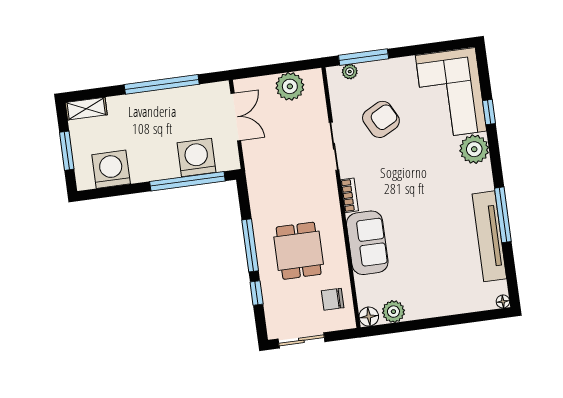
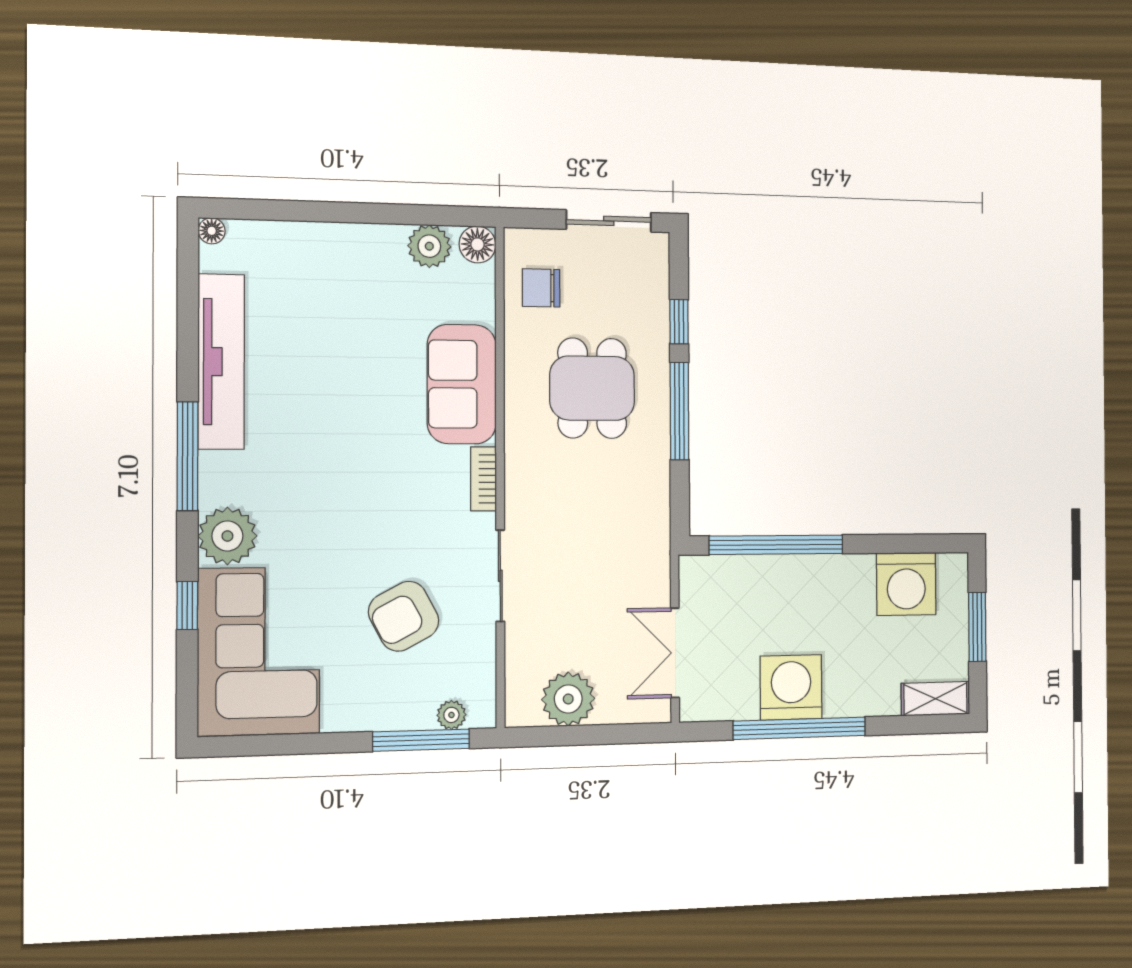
washing machine: (197, 158) -> (791, 687), moved, turned 180
window: (503, 215) -> (188, 456), moved
chair: (333, 299) -> (541, 288), turned 180

